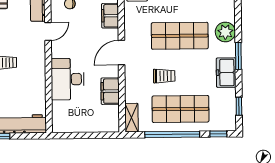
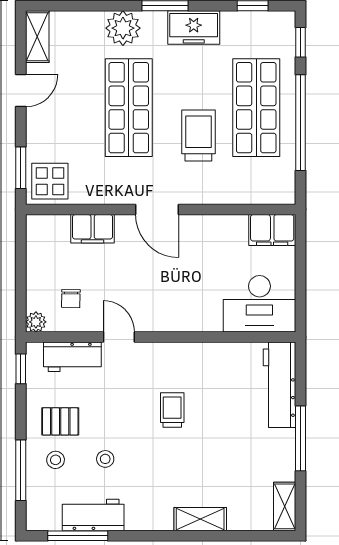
trolley: (164, 76) -> (198, 135), width x1.36, depth x1.39
desk: (68, 79) -> (259, 304), moved
filing cabinet: (110, 91) -> (272, 230), moved
shelving: (131, 118) -> (270, 193), removed

